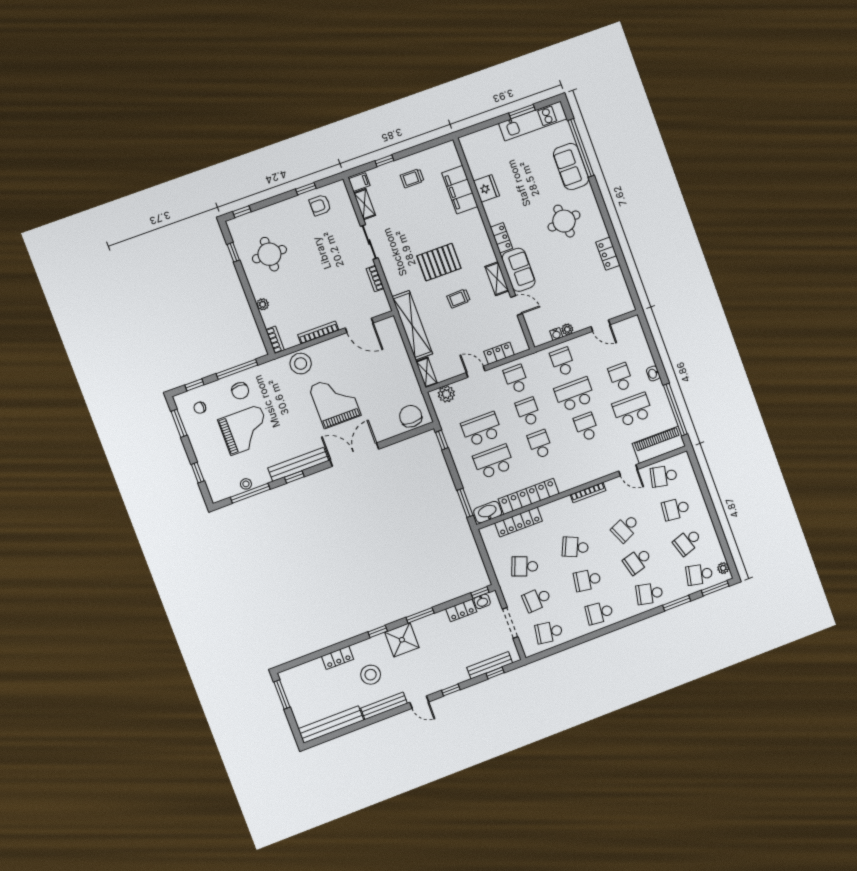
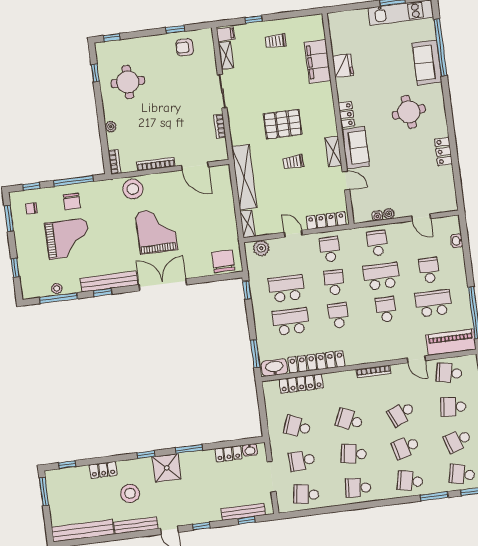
locker: (499, 353) -> (326, 221), width x1.53
washbasin: (653, 373) -> (457, 241), moved
window: (480, 593) -> (67, 465), moved

